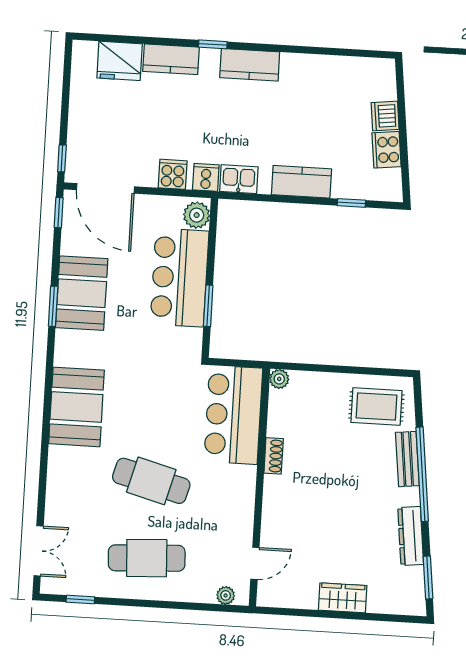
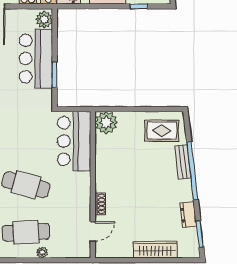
plant: (279, 379) -> (106, 123), width x1.87, depth x1.87
shoe rack: (274, 456) -> (100, 204), moved
dresser: (411, 536) -> (188, 215), width x0.70
plant: (226, 595) -> (42, 252), moved
wardrobe: (343, 598) -> (155, 250), width x1.50

